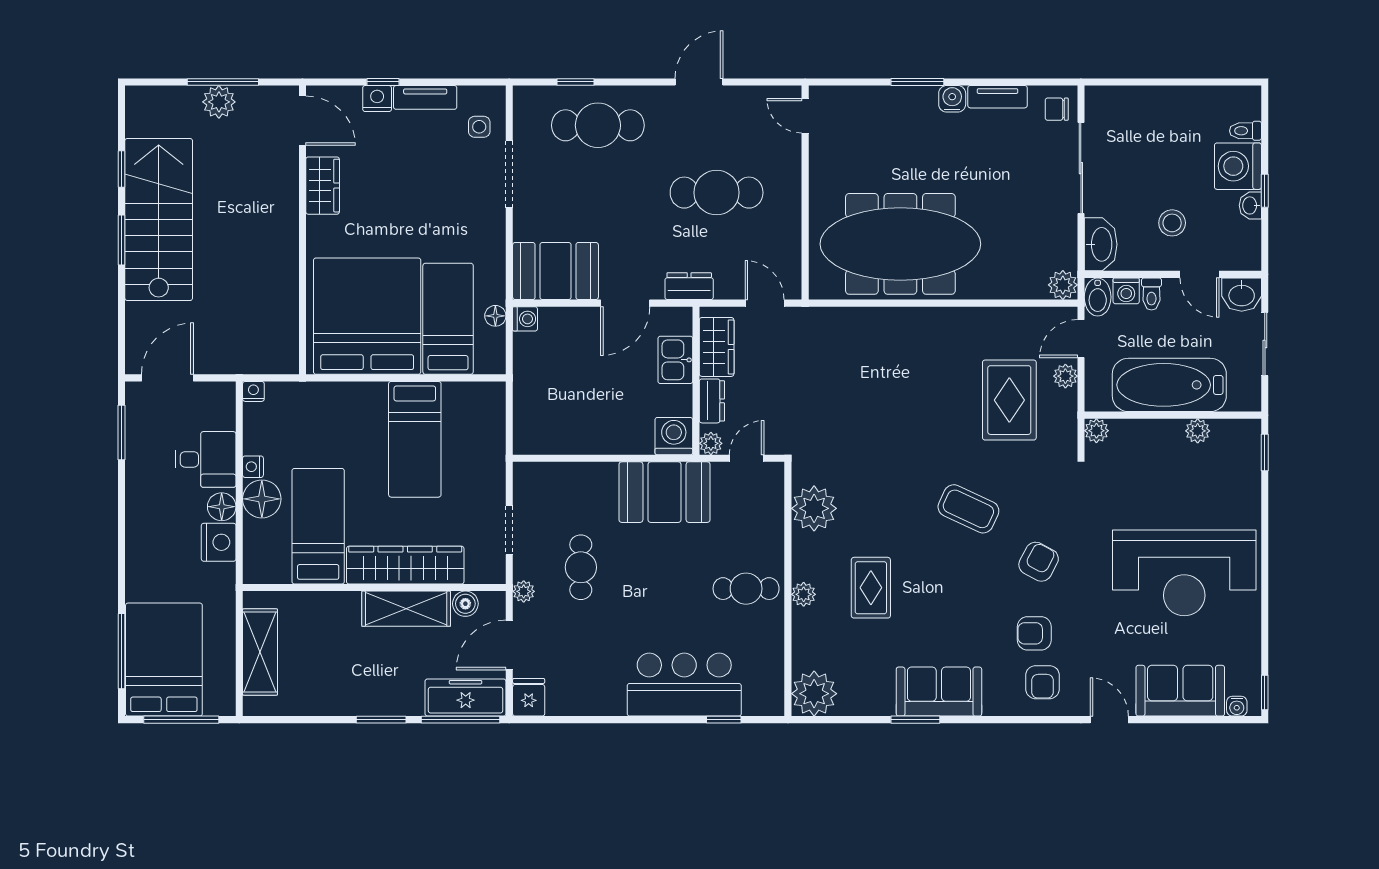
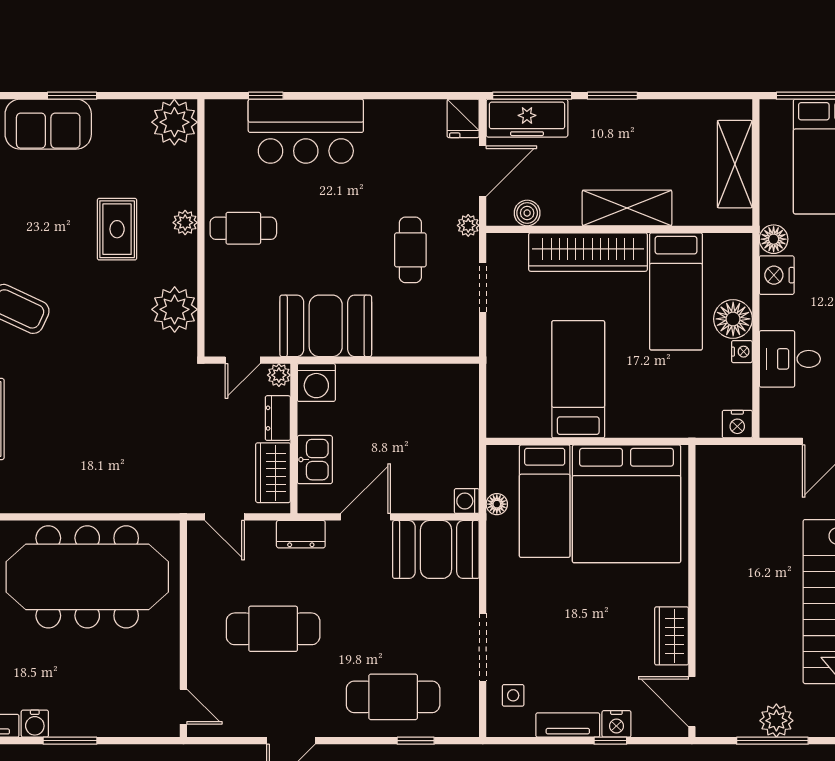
nightstand: (253, 391) -> (737, 424), width x1.39, depth x1.35
floor lamp: (222, 507) -> (774, 239), moved
shelving: (406, 609) -> (627, 208), moved

